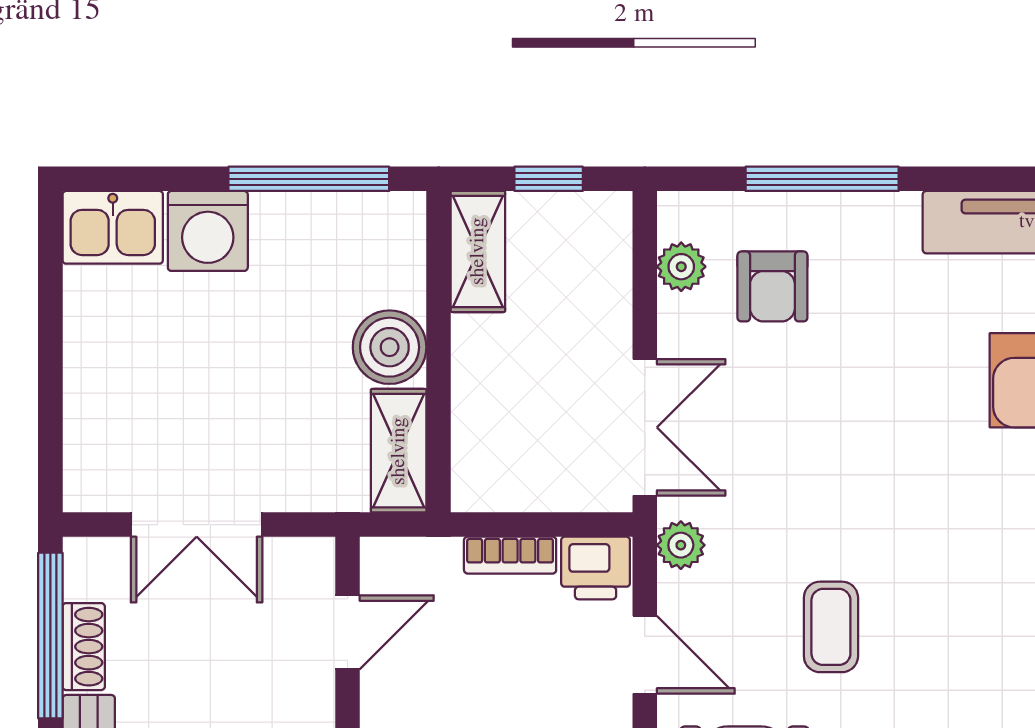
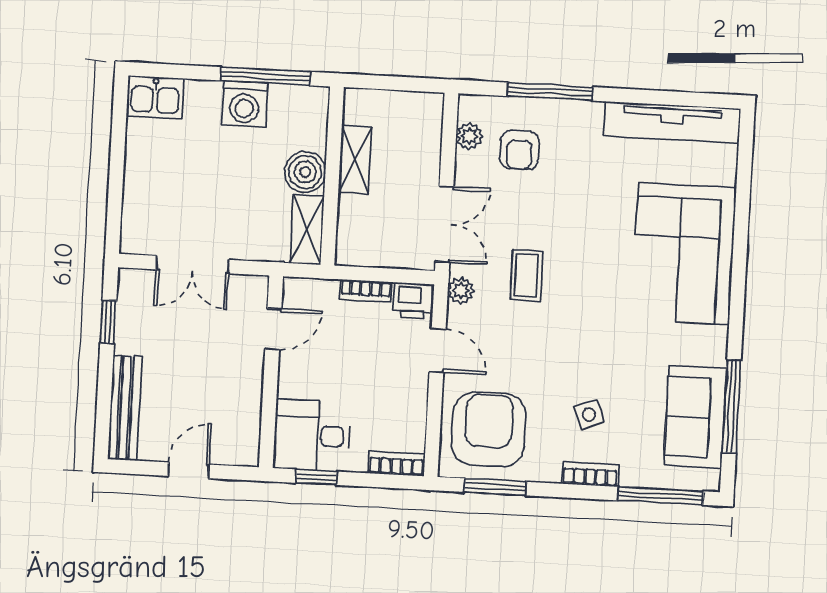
window: (549, 179) -> (398, 83), removed
washing machine: (208, 231) -> (244, 104), moved
shelving: (478, 251) -> (355, 160), moved
coffee table: (831, 627) -> (526, 275), moved
window: (50, 636) -> (108, 322), width x0.46
shoe rack: (84, 647) -> (126, 329), removed

